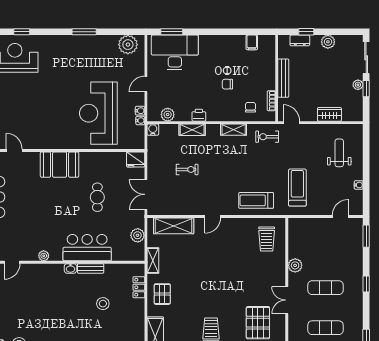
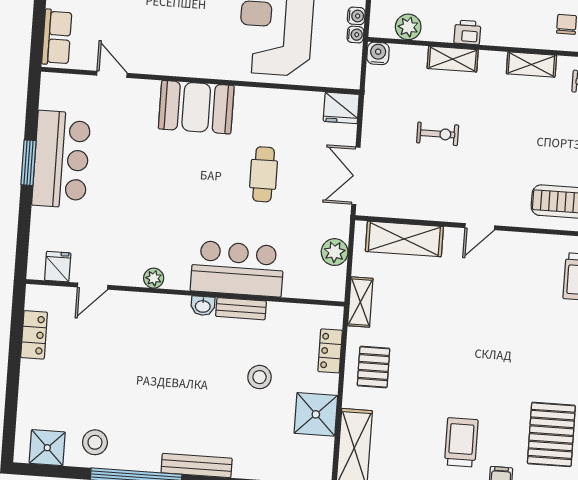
shower: (134, 321) -> (316, 414), added

